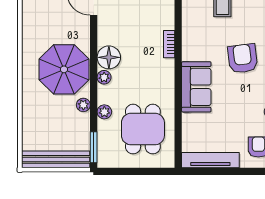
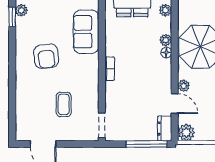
floor lamp: (109, 57) -> (166, 52), width x0.53, depth x0.53
plant: (83, 105) -> (184, 86), moved

